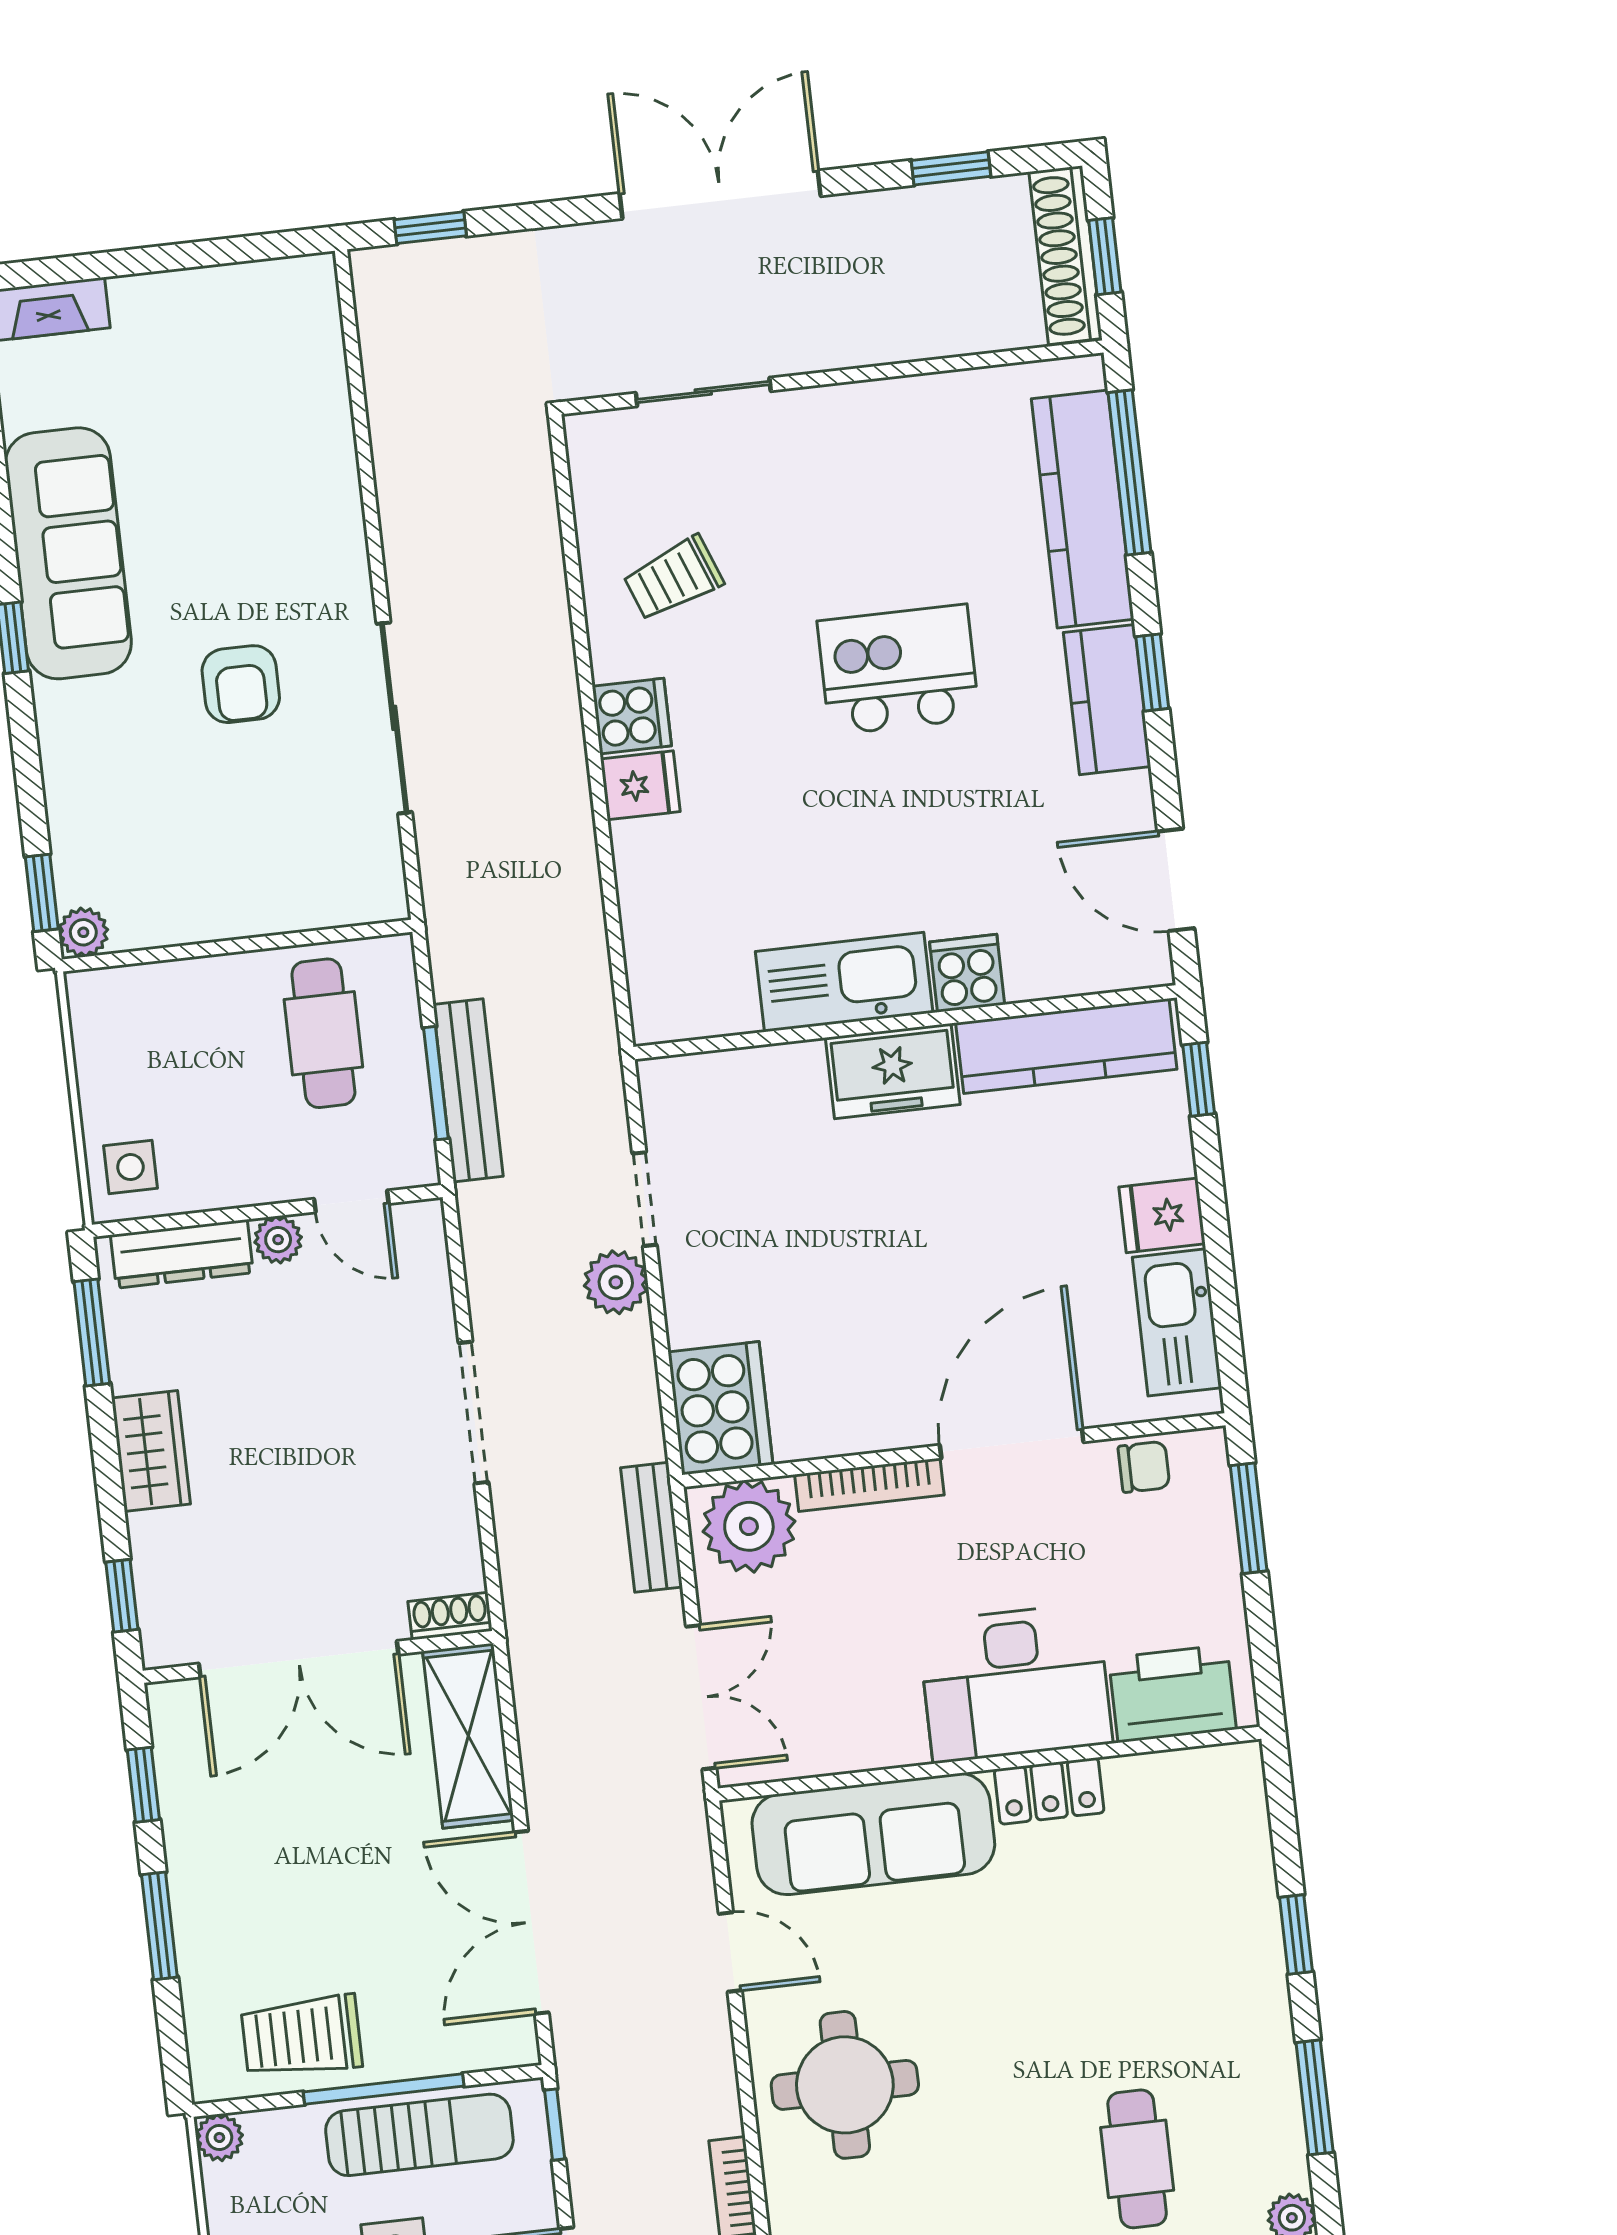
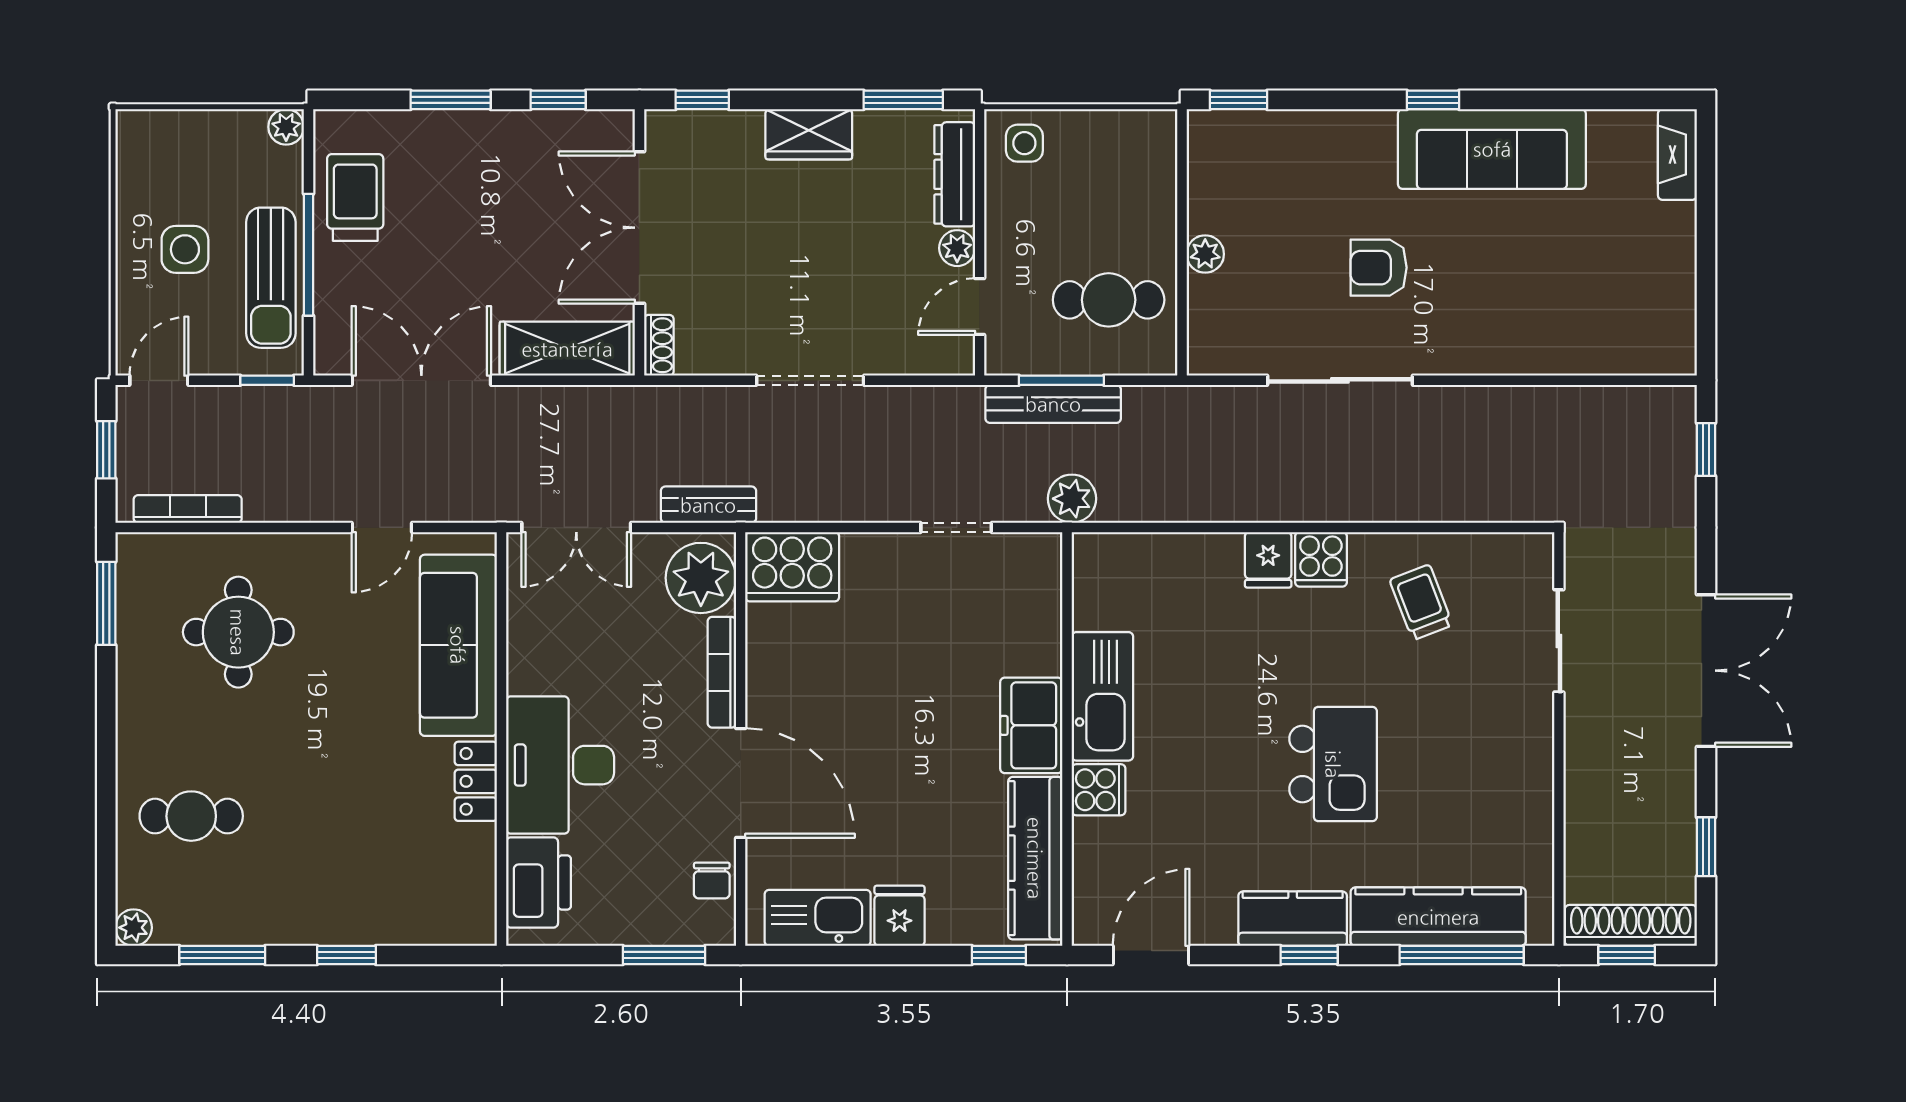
plant: (83, 932) -> (1205, 254), moved
plant: (616, 1282) -> (1072, 499), moved
round table: (845, 2085) -> (238, 632), moved

